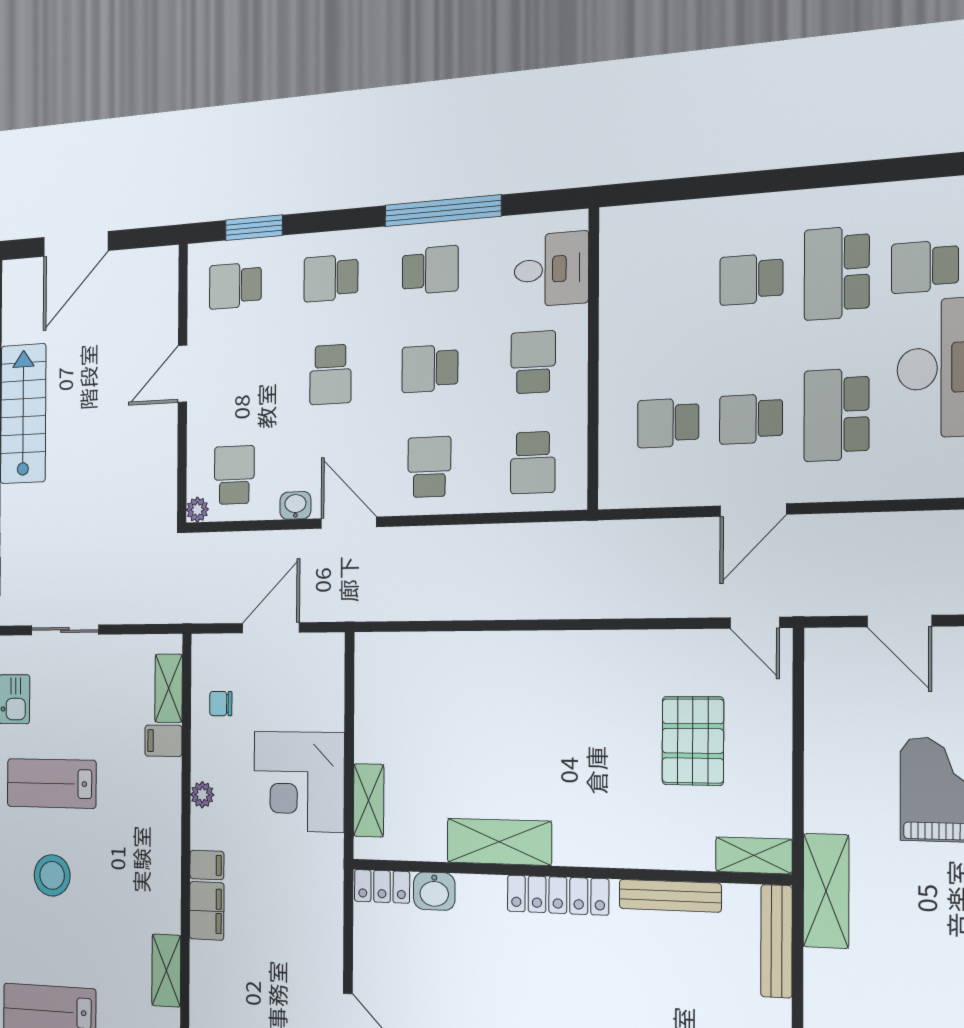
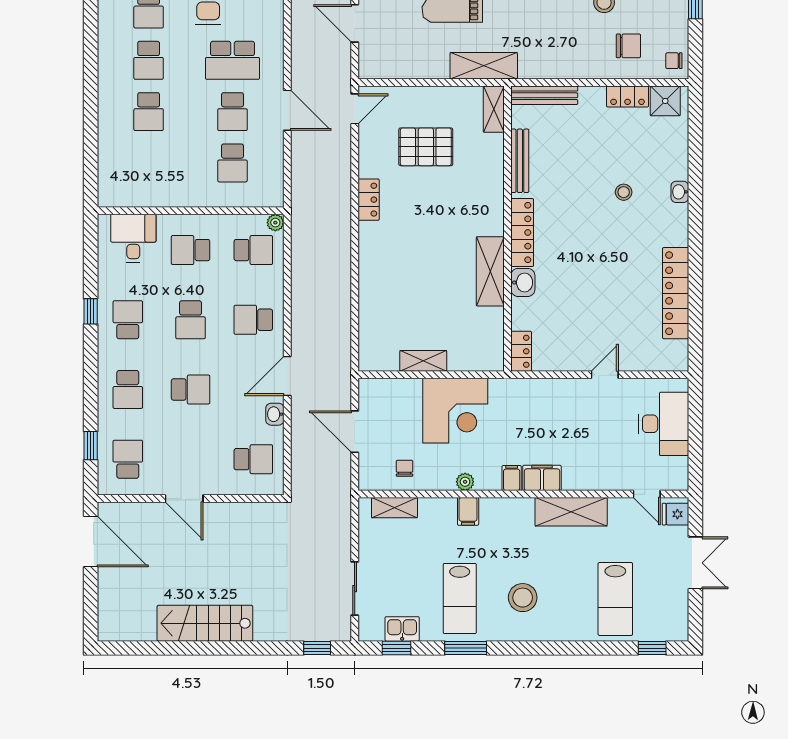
window: (443, 211) -> (91, 311), width x0.32
window: (254, 228) -> (91, 446), width x0.67
door: (76, 244) -> (91, 542), moved
school desk: (837, 273) -> (149, 60), width x0.54
school desk: (235, 286) -> (128, 459), turned 180
school desk: (234, 475) -> (253, 459), turned 180
plant: (197, 510) -> (275, 223), moved
door: (899, 621) -> (355, 23), swing flipped
locker: (609, 647) -> (369, 200), added
chair: (221, 704) -> (404, 468), turned 180
filing cabinet: (163, 741) -> (468, 511), moved
shelving: (369, 800) -> (423, 361), moved
washbasin: (434, 891) -> (523, 282), moved
shelving: (826, 891) -> (484, 66), moved
shelving: (166, 971) -> (571, 512), width x1.50, depth x1.33

